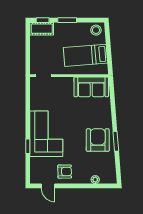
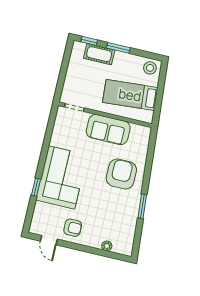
cot: (42, 29) -> (99, 54), moved
sofa: (91, 87) -> (108, 130), moved
armchair: (98, 140) -> (121, 174), moved

